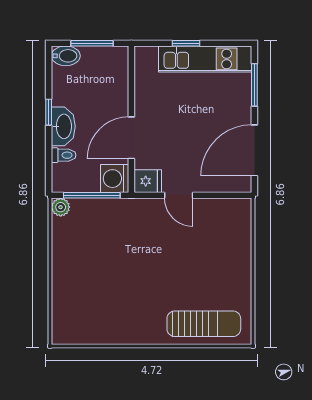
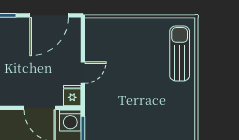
door: (254, 150) -> (49, 15), hinge flipped

